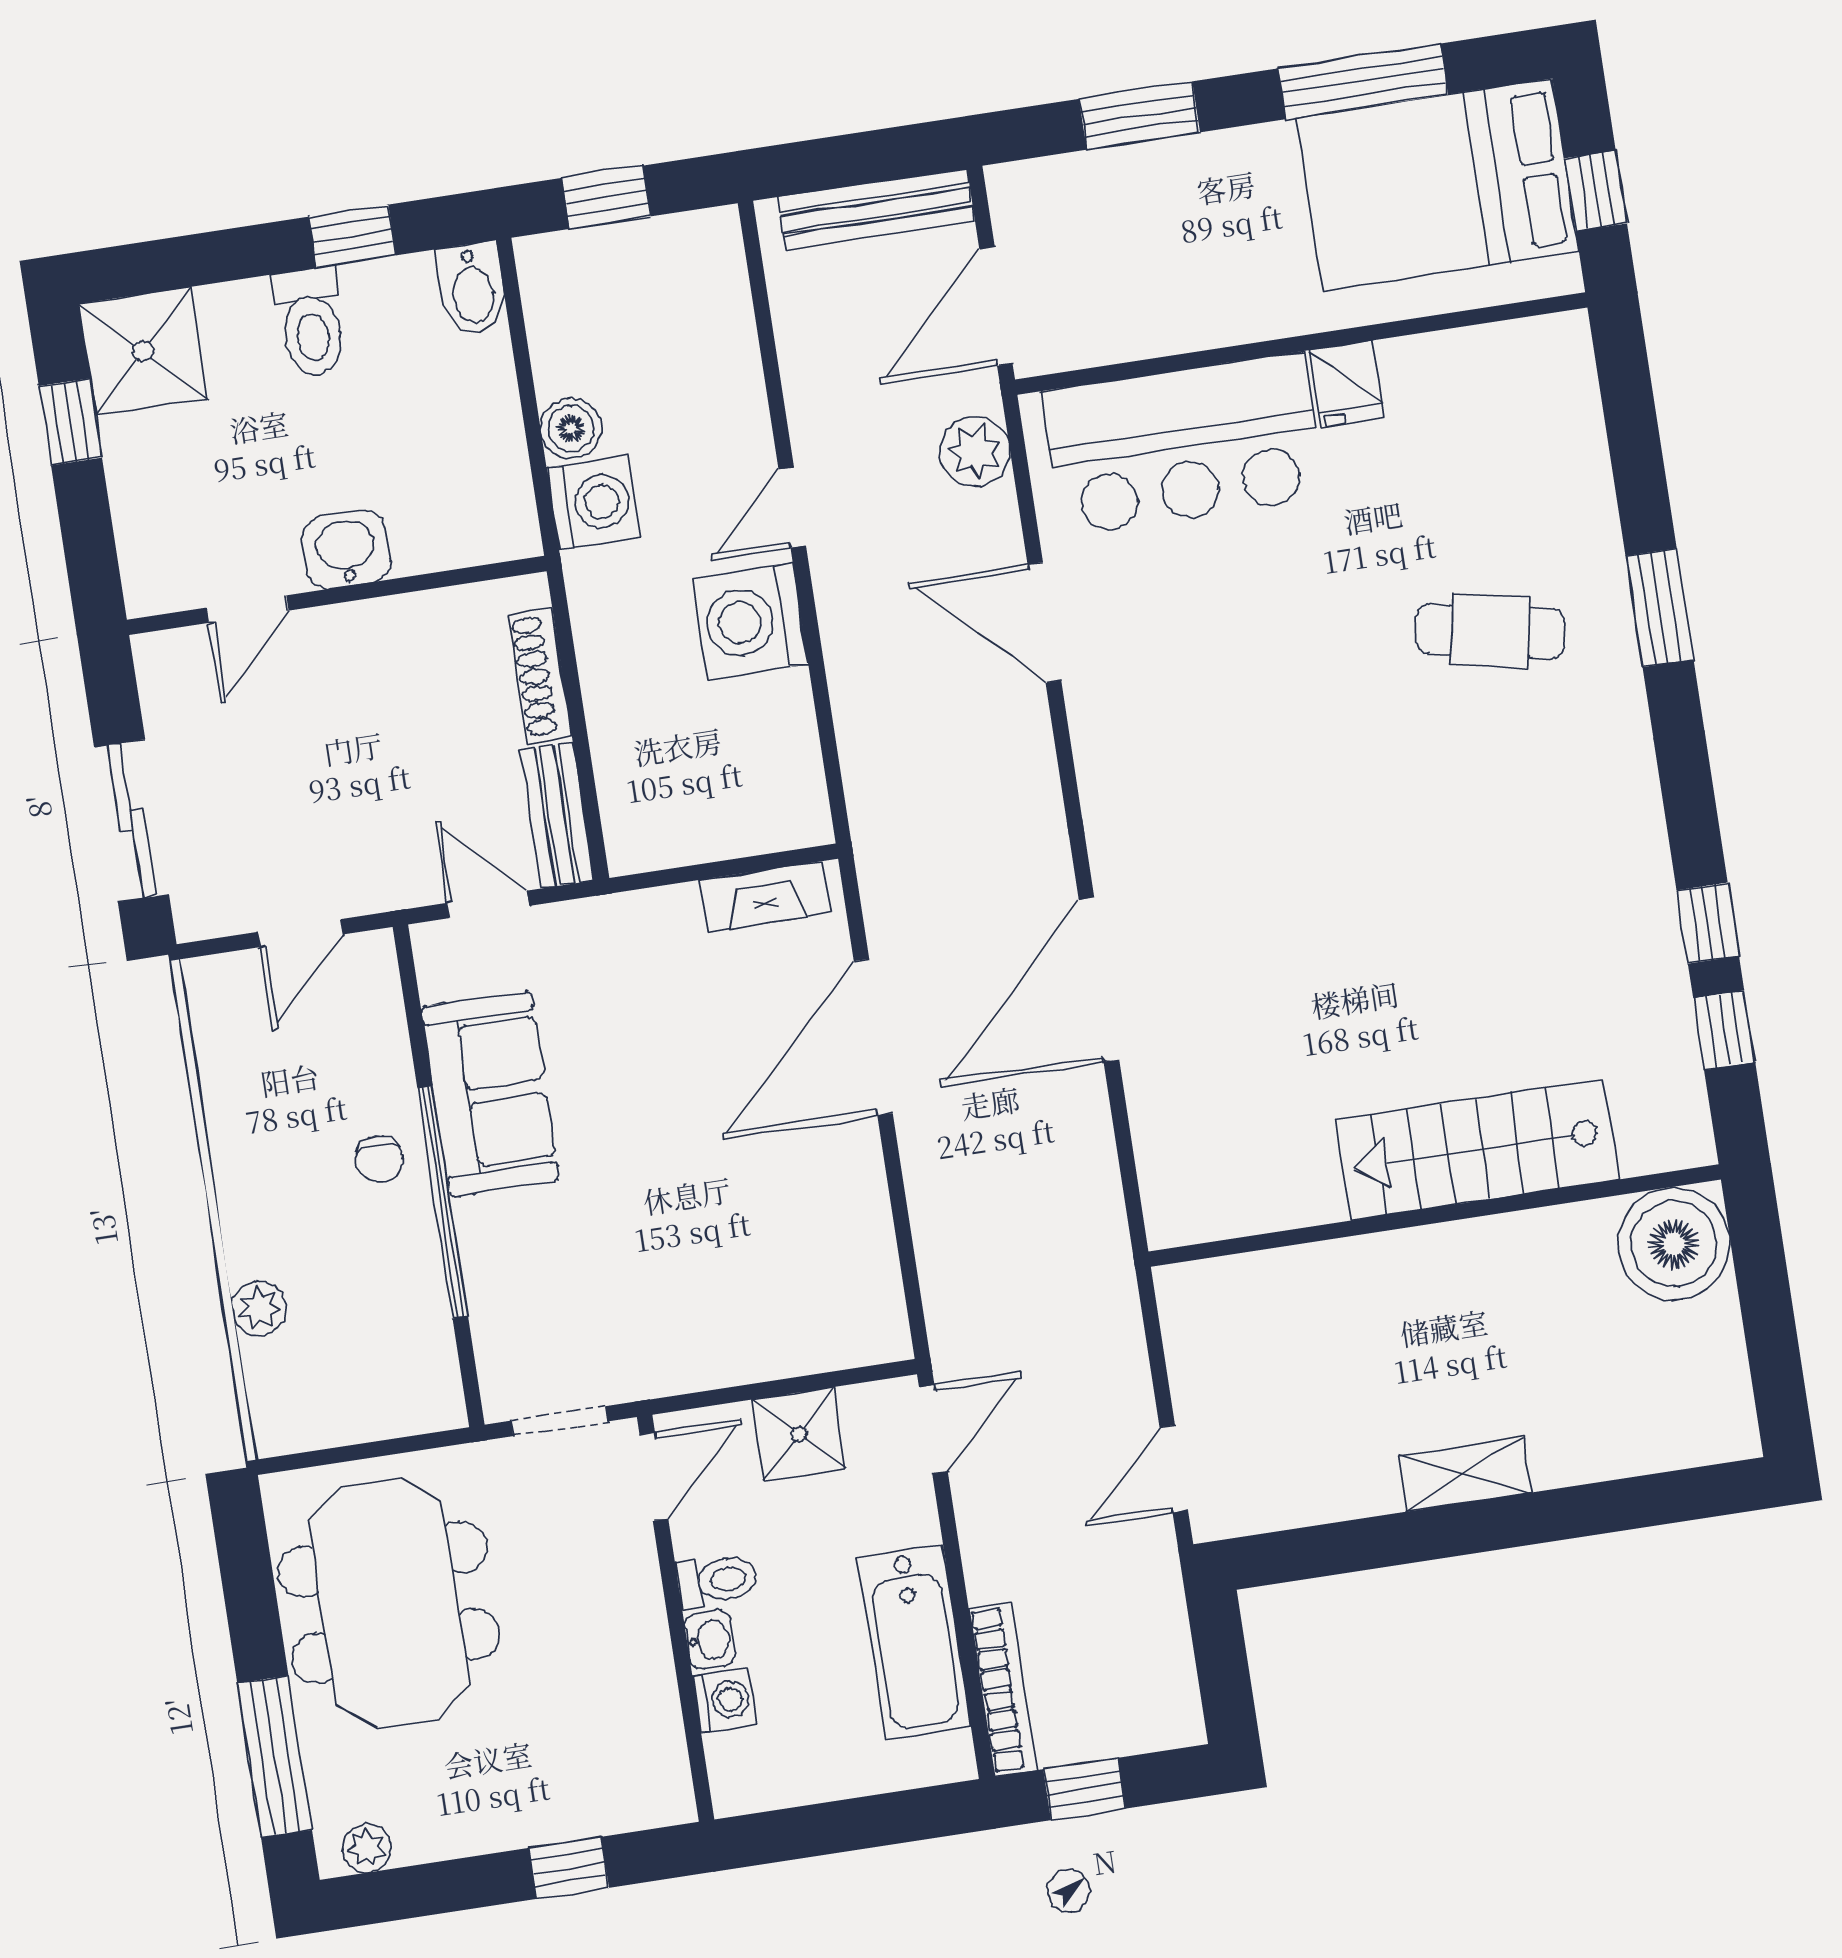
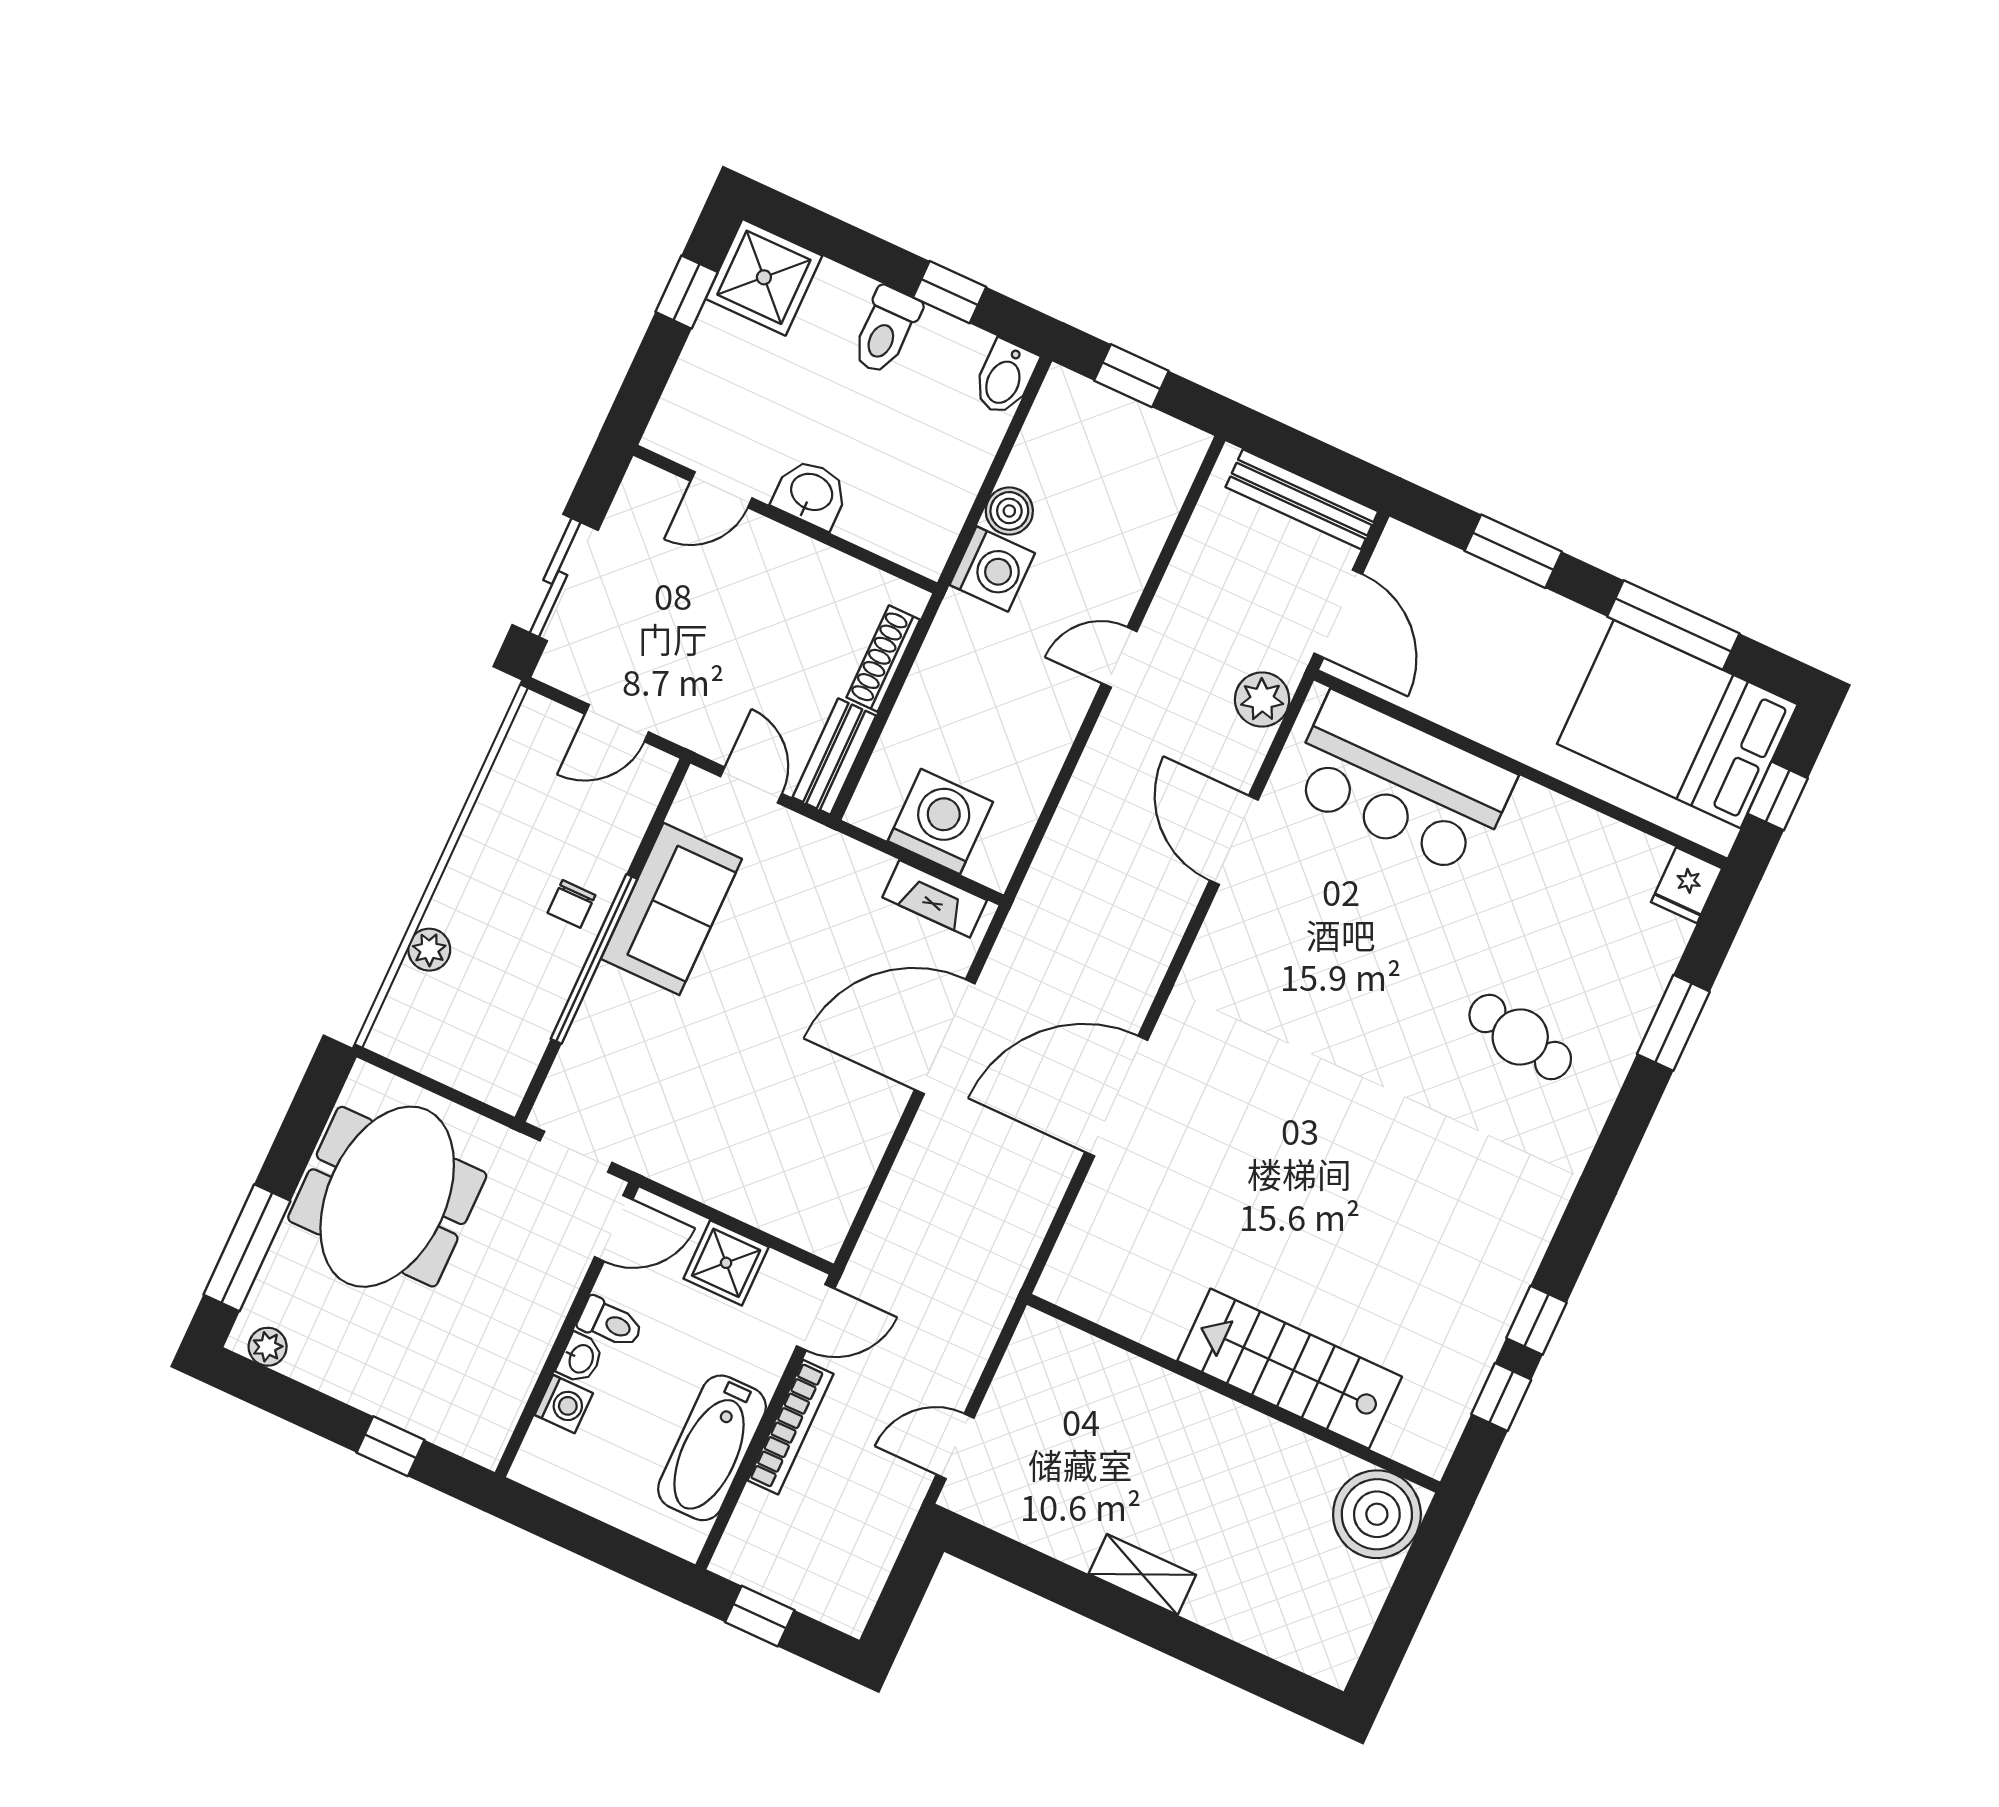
door: (996, 306) -> (1338, 614), swing flipped
fridge: (1347, 384) -> (1687, 885), moved
window: (1660, 608) -> (1673, 1023), moved
washing machine: (750, 621) -> (940, 822), moved, turned 90
bookcase: (1003, 1689) -> (791, 1427), moved

